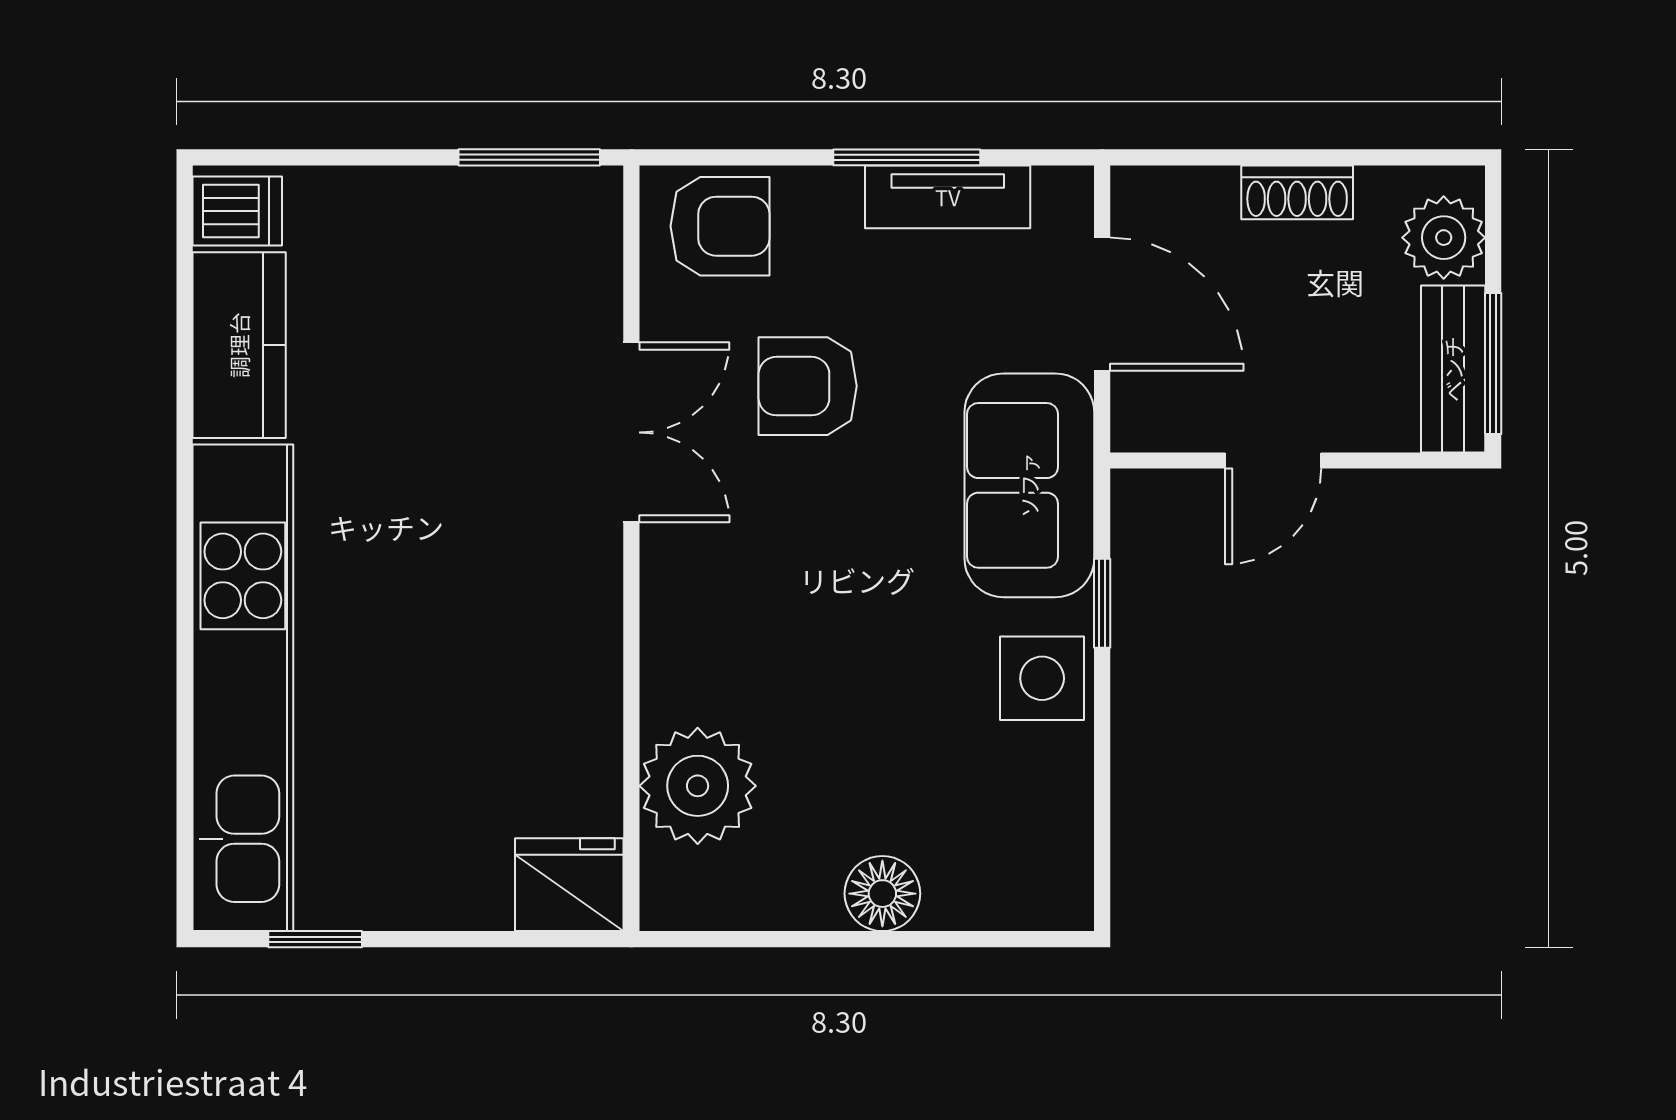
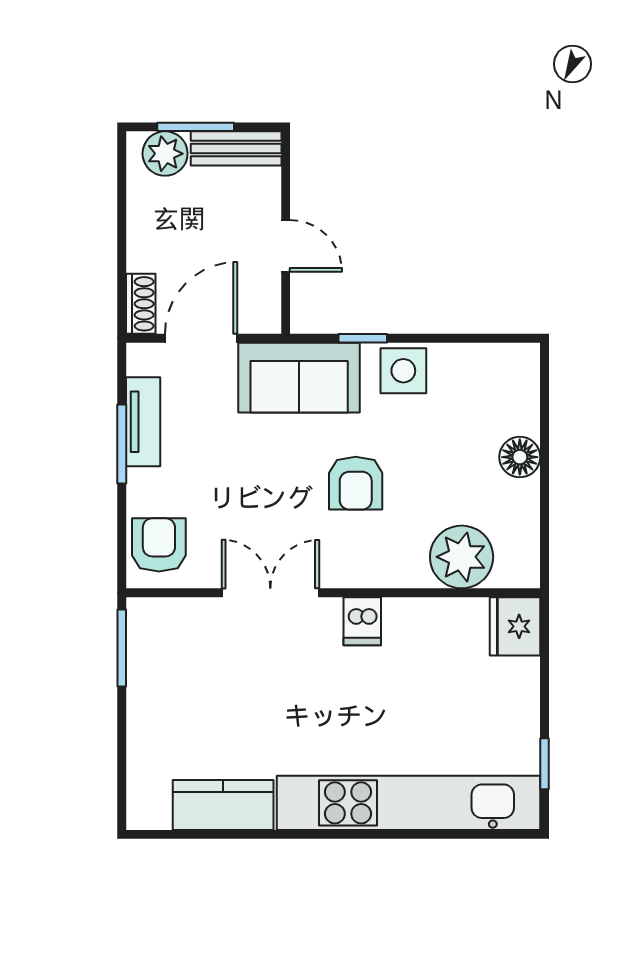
shoe rack: (1297, 192) -> (141, 304), moved
dishwasher: (237, 211) -> (362, 621), moved, turned 180
window: (1493, 364) -> (196, 127), moved
armchair: (808, 386) -> (356, 483), moved

